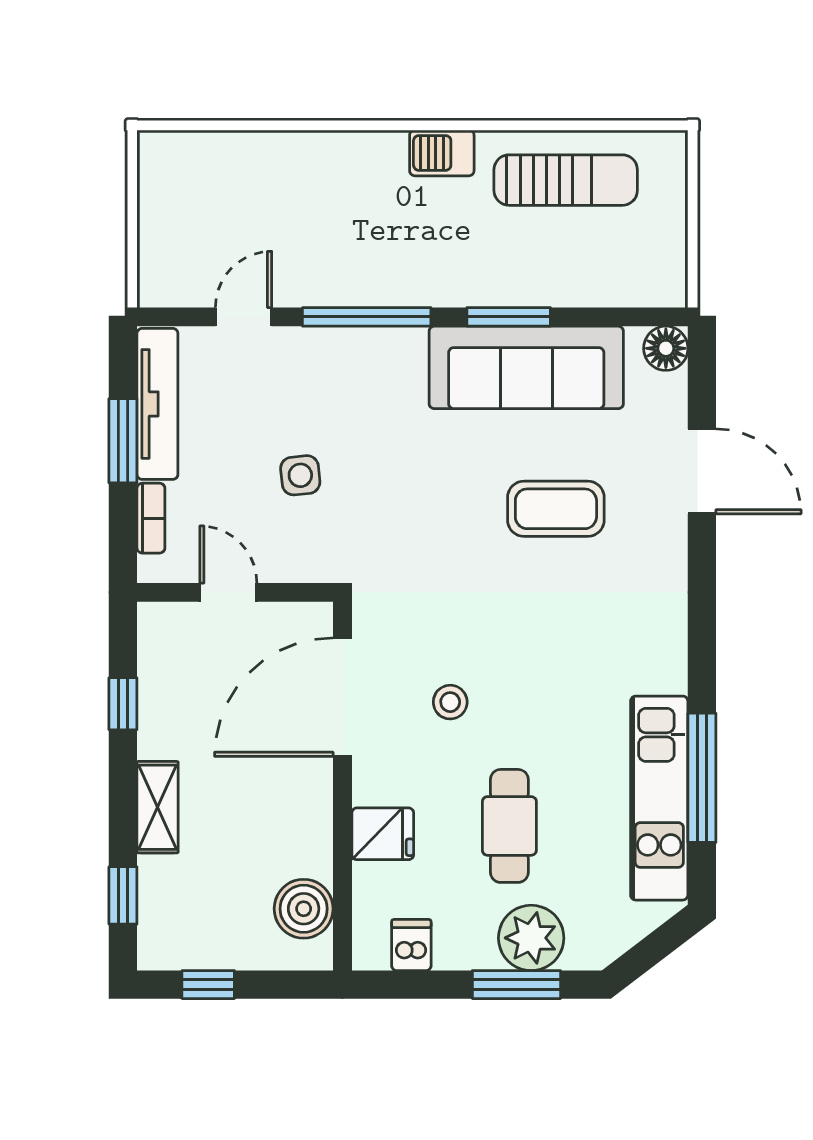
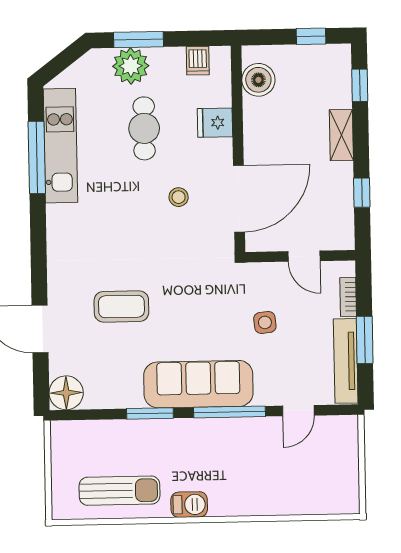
sun lounger: (566, 180) -> (120, 491), turned 180
floor lamp: (666, 348) -> (66, 393), width x1.38, depth x1.38
sofa: (526, 367) -> (198, 384), moved

